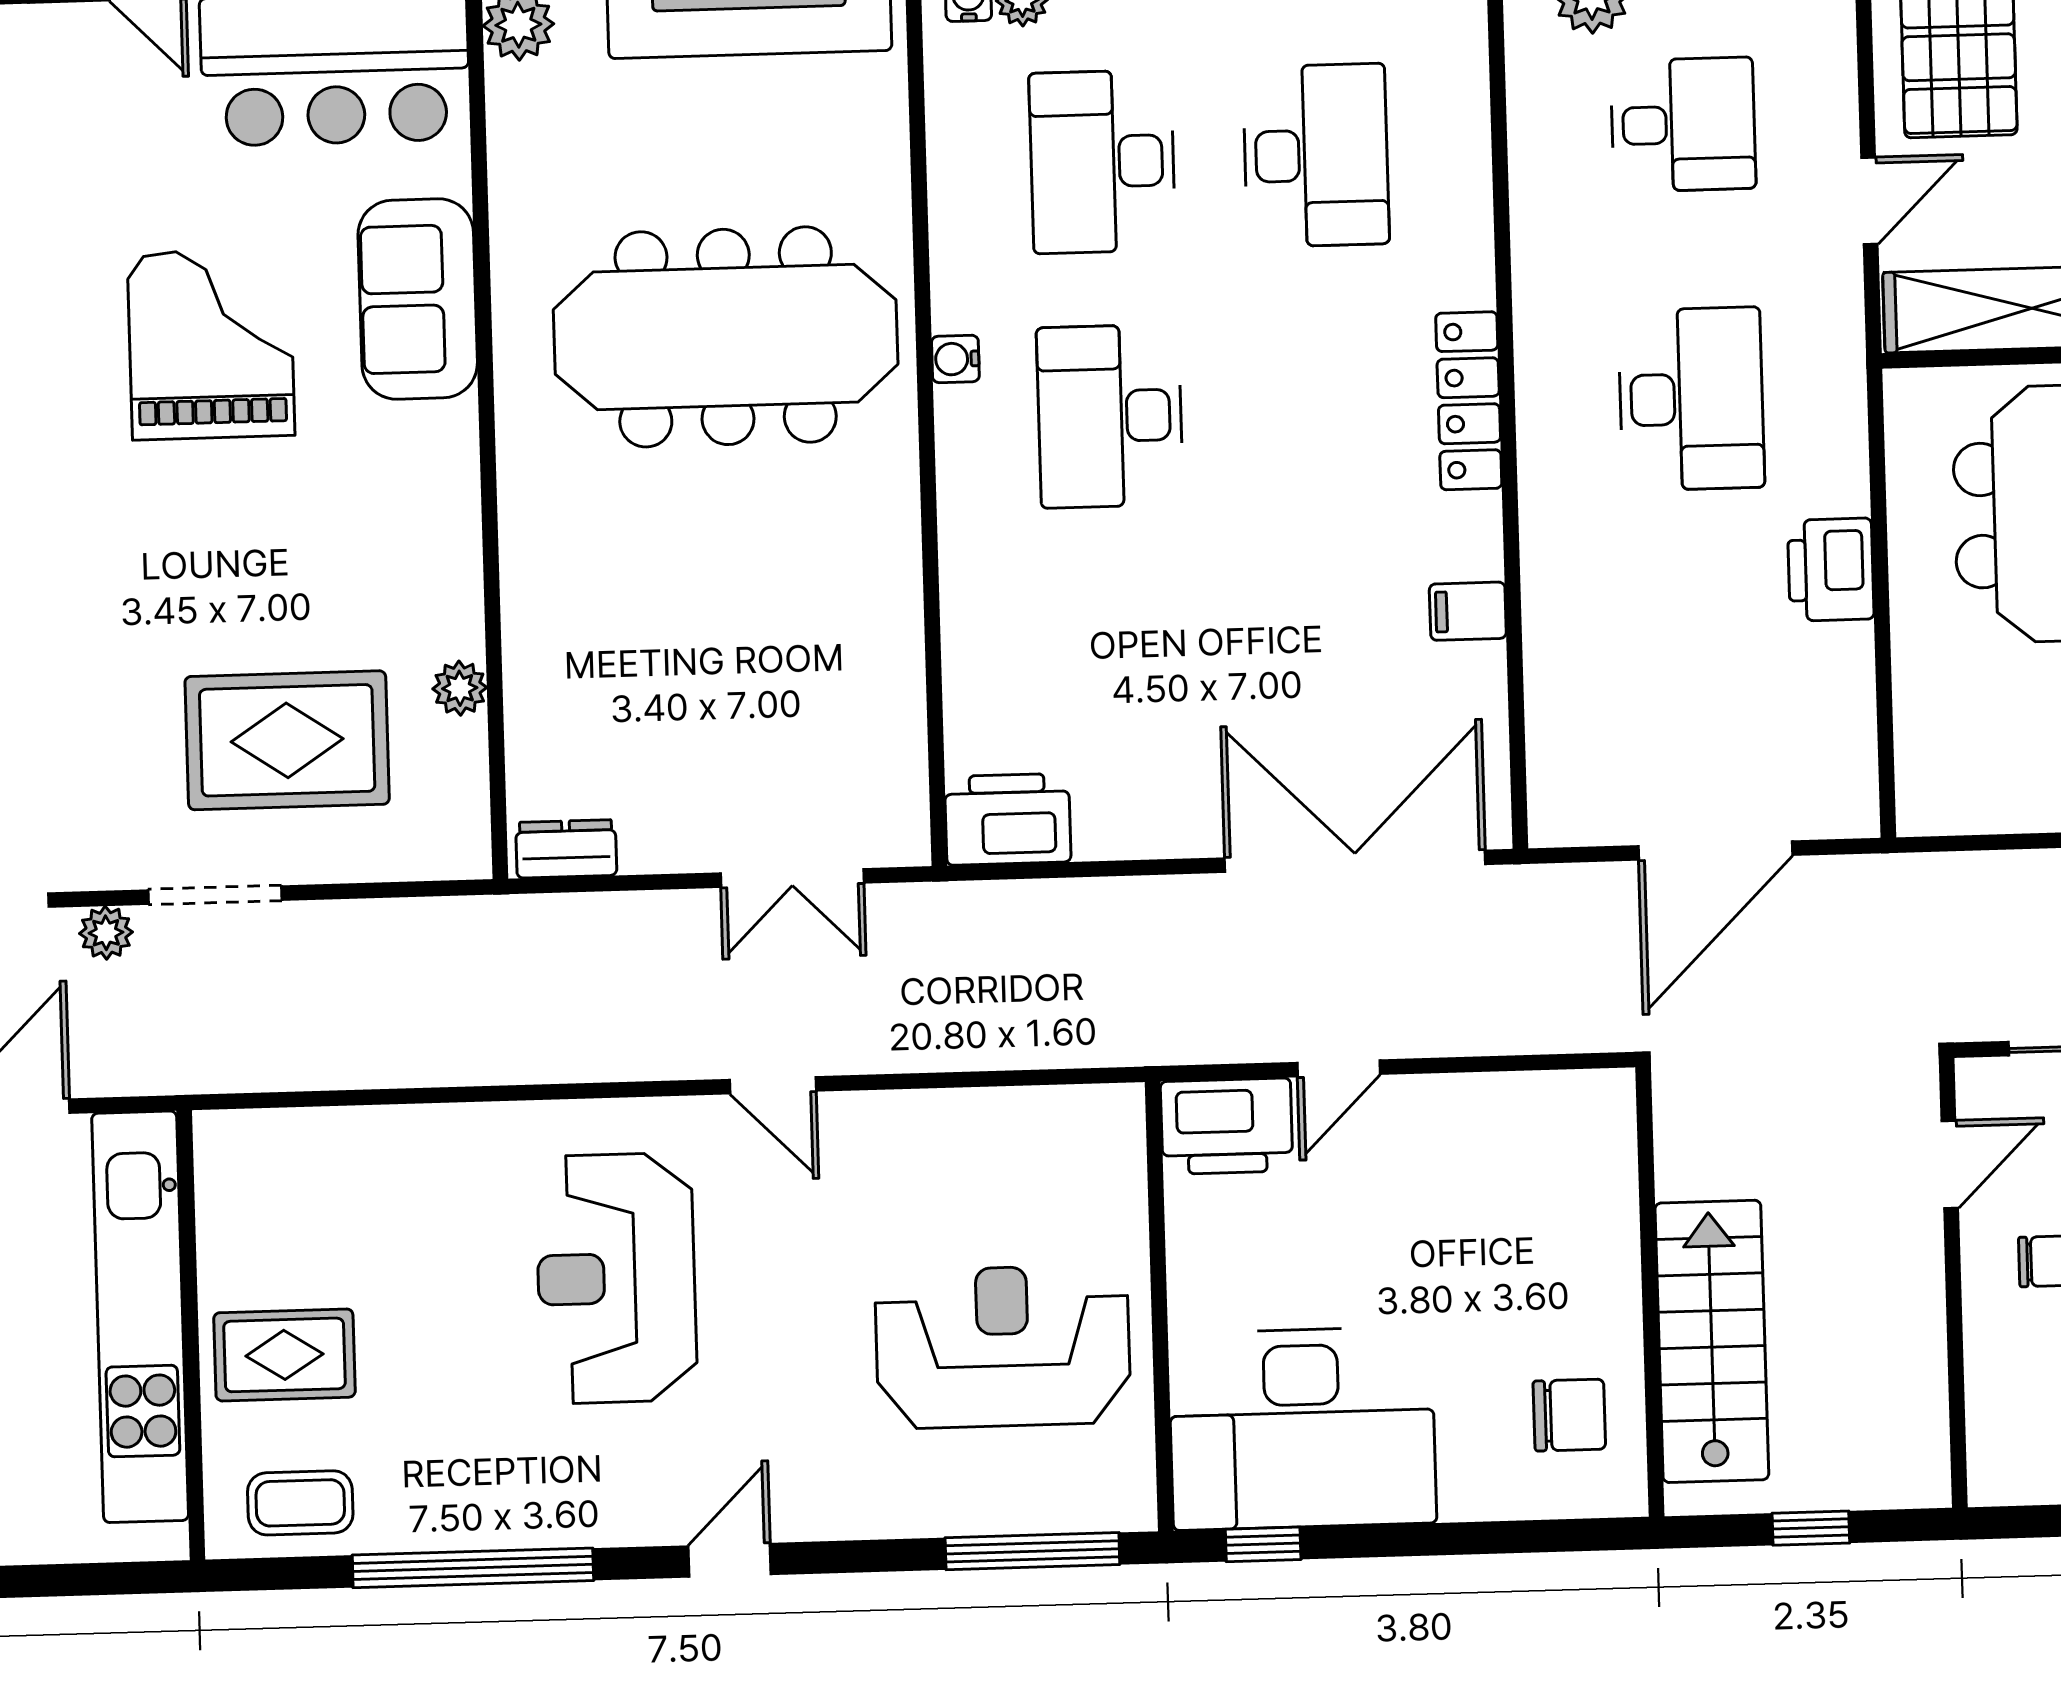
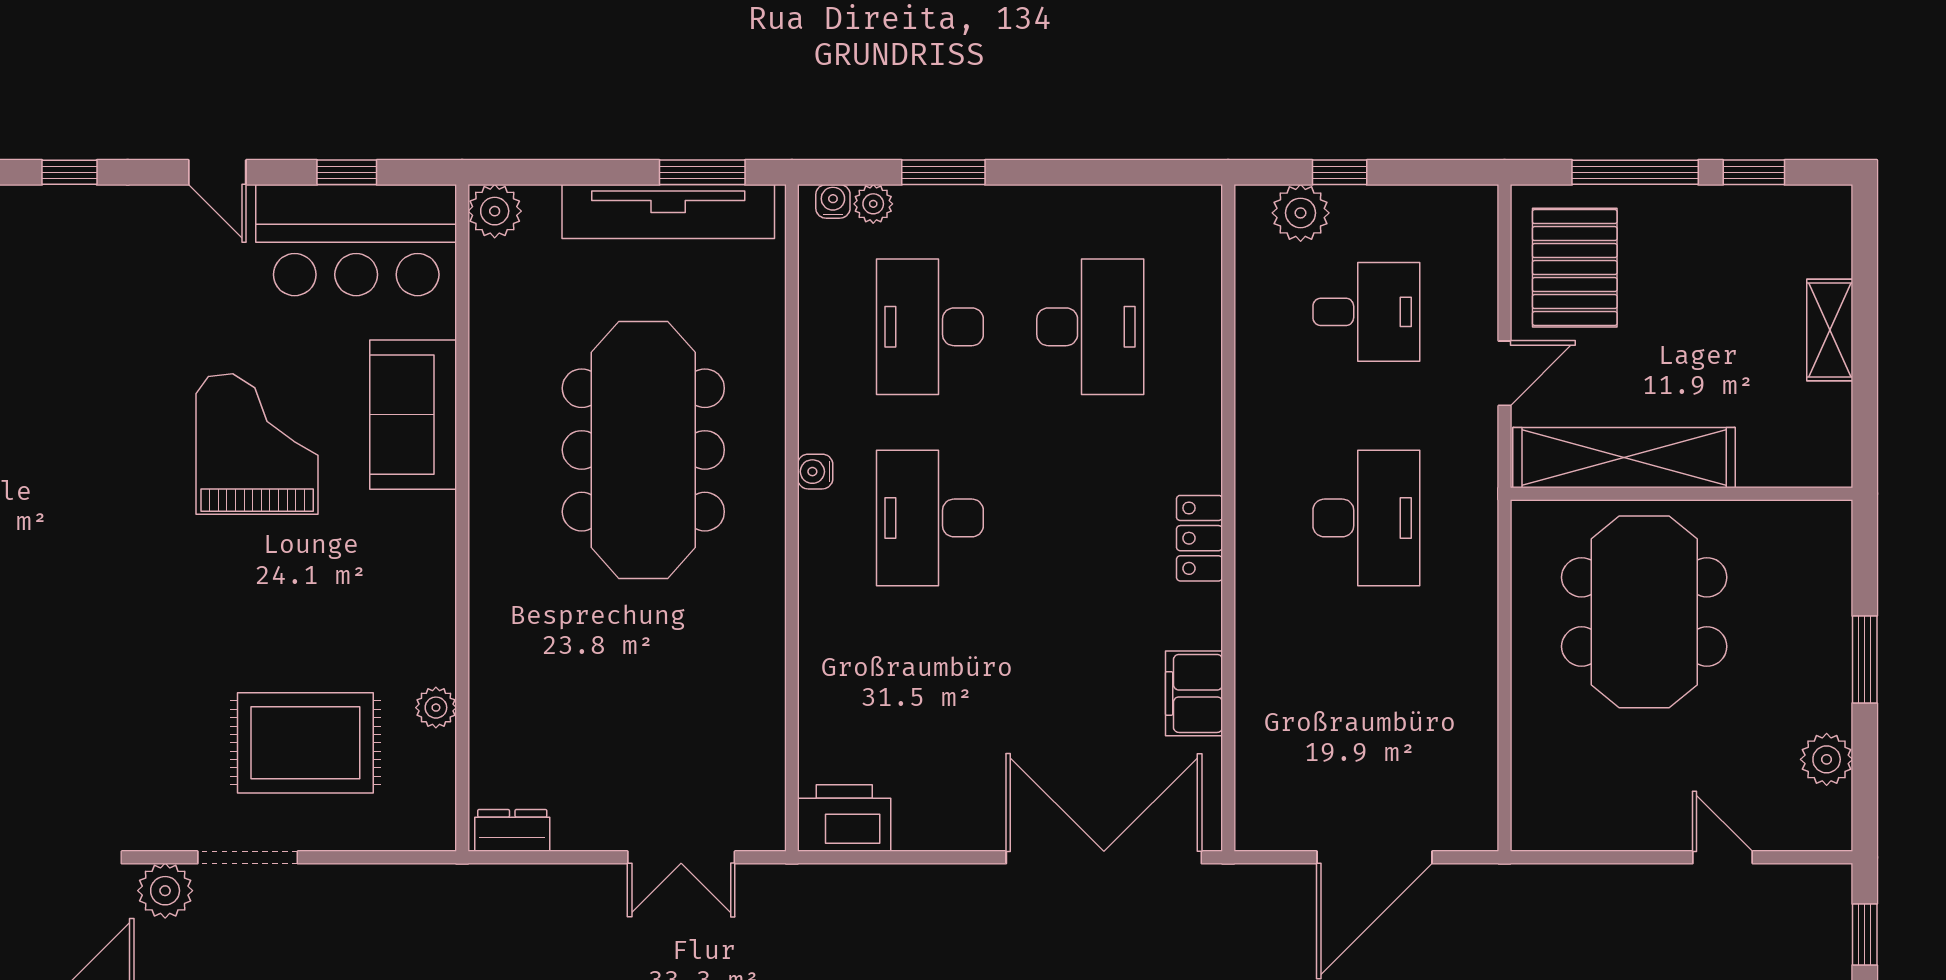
meeting table: (726, 337) -> (643, 450), turned 90
locker: (1469, 401) -> (1199, 538), width x0.66
printer: (1831, 570) -> (1467, 649), removed
filing cabinet: (1468, 611) -> (1194, 693), width x2.00
plant: (106, 933) -> (165, 891), width x1.38, depth x1.38

